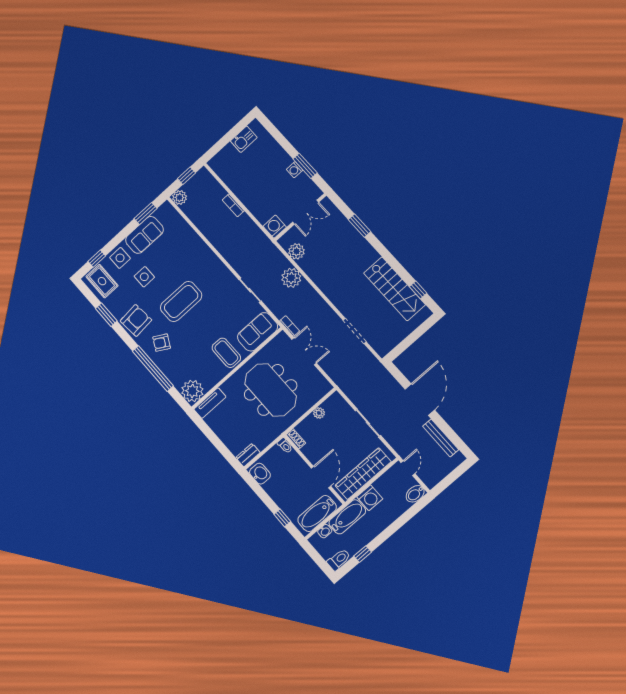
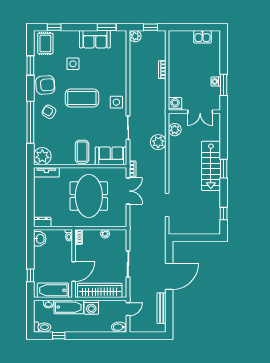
window: (360, 226) -> (224, 169), moved
side table: (120, 258) -> (116, 102), moved
stairs: (394, 289) -> (211, 166), moved

